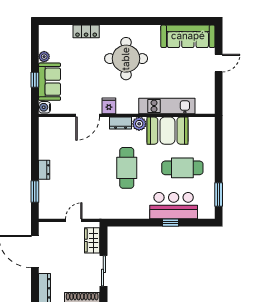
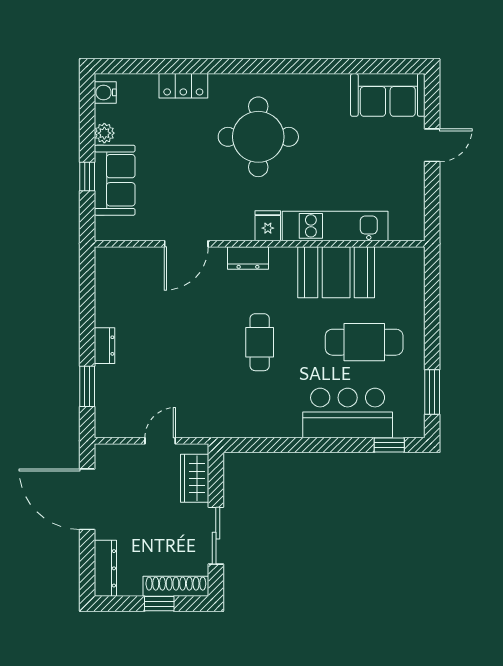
sofa: (188, 36) -> (388, 95), width x0.73
fridge: (109, 106) -> (268, 226), moved
water cooler: (45, 107) -> (105, 92), moved
plant: (139, 124) -> (283, 259), removed
cafe table: (127, 168) -> (260, 342), width x0.73, depth x0.74
window: (170, 223) -> (389, 445), moved

